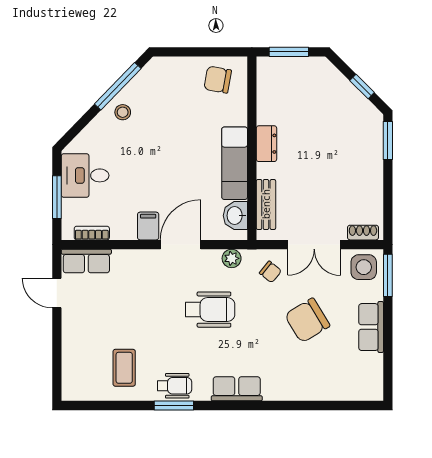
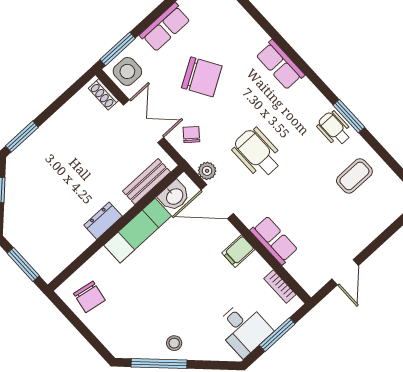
door: (181, 245) -> (217, 202), moved
row of seats: (86, 261) -> (274, 240), moved
row of seats: (237, 389) -> (280, 65), moved

